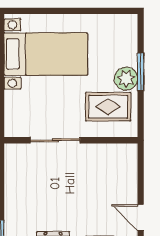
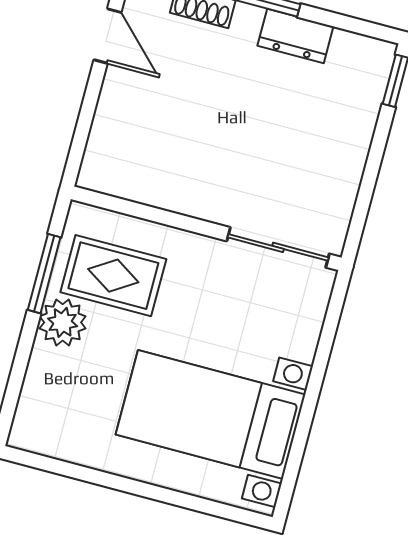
window: (141, 72) -> (44, 274), moved
sliding door: (55, 140) -> (278, 247), moved

